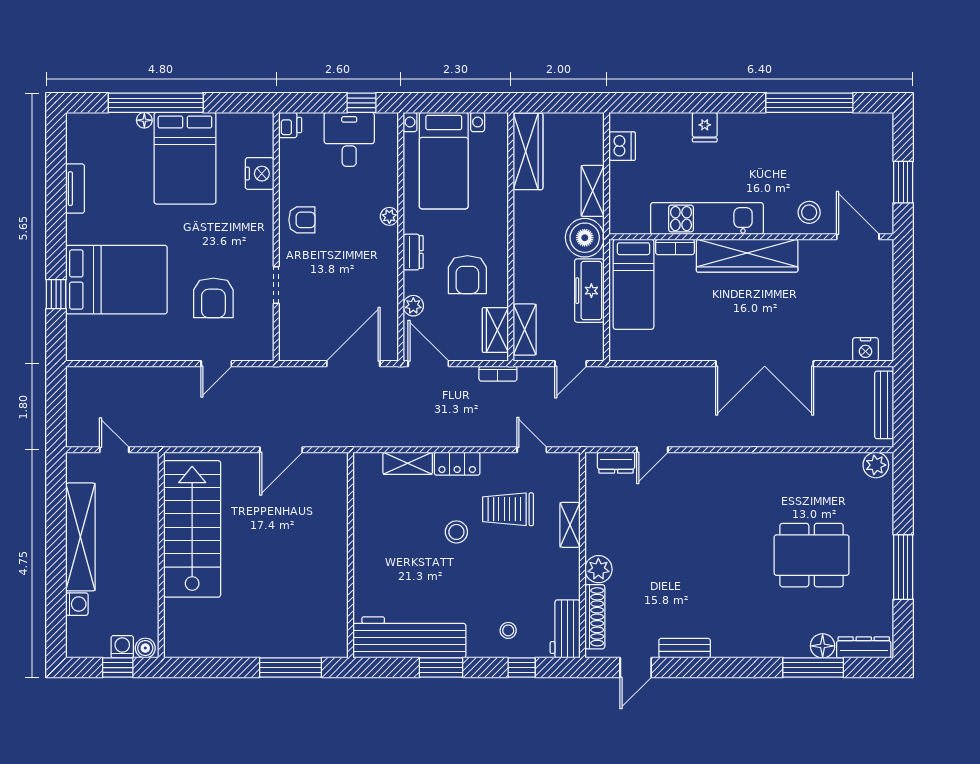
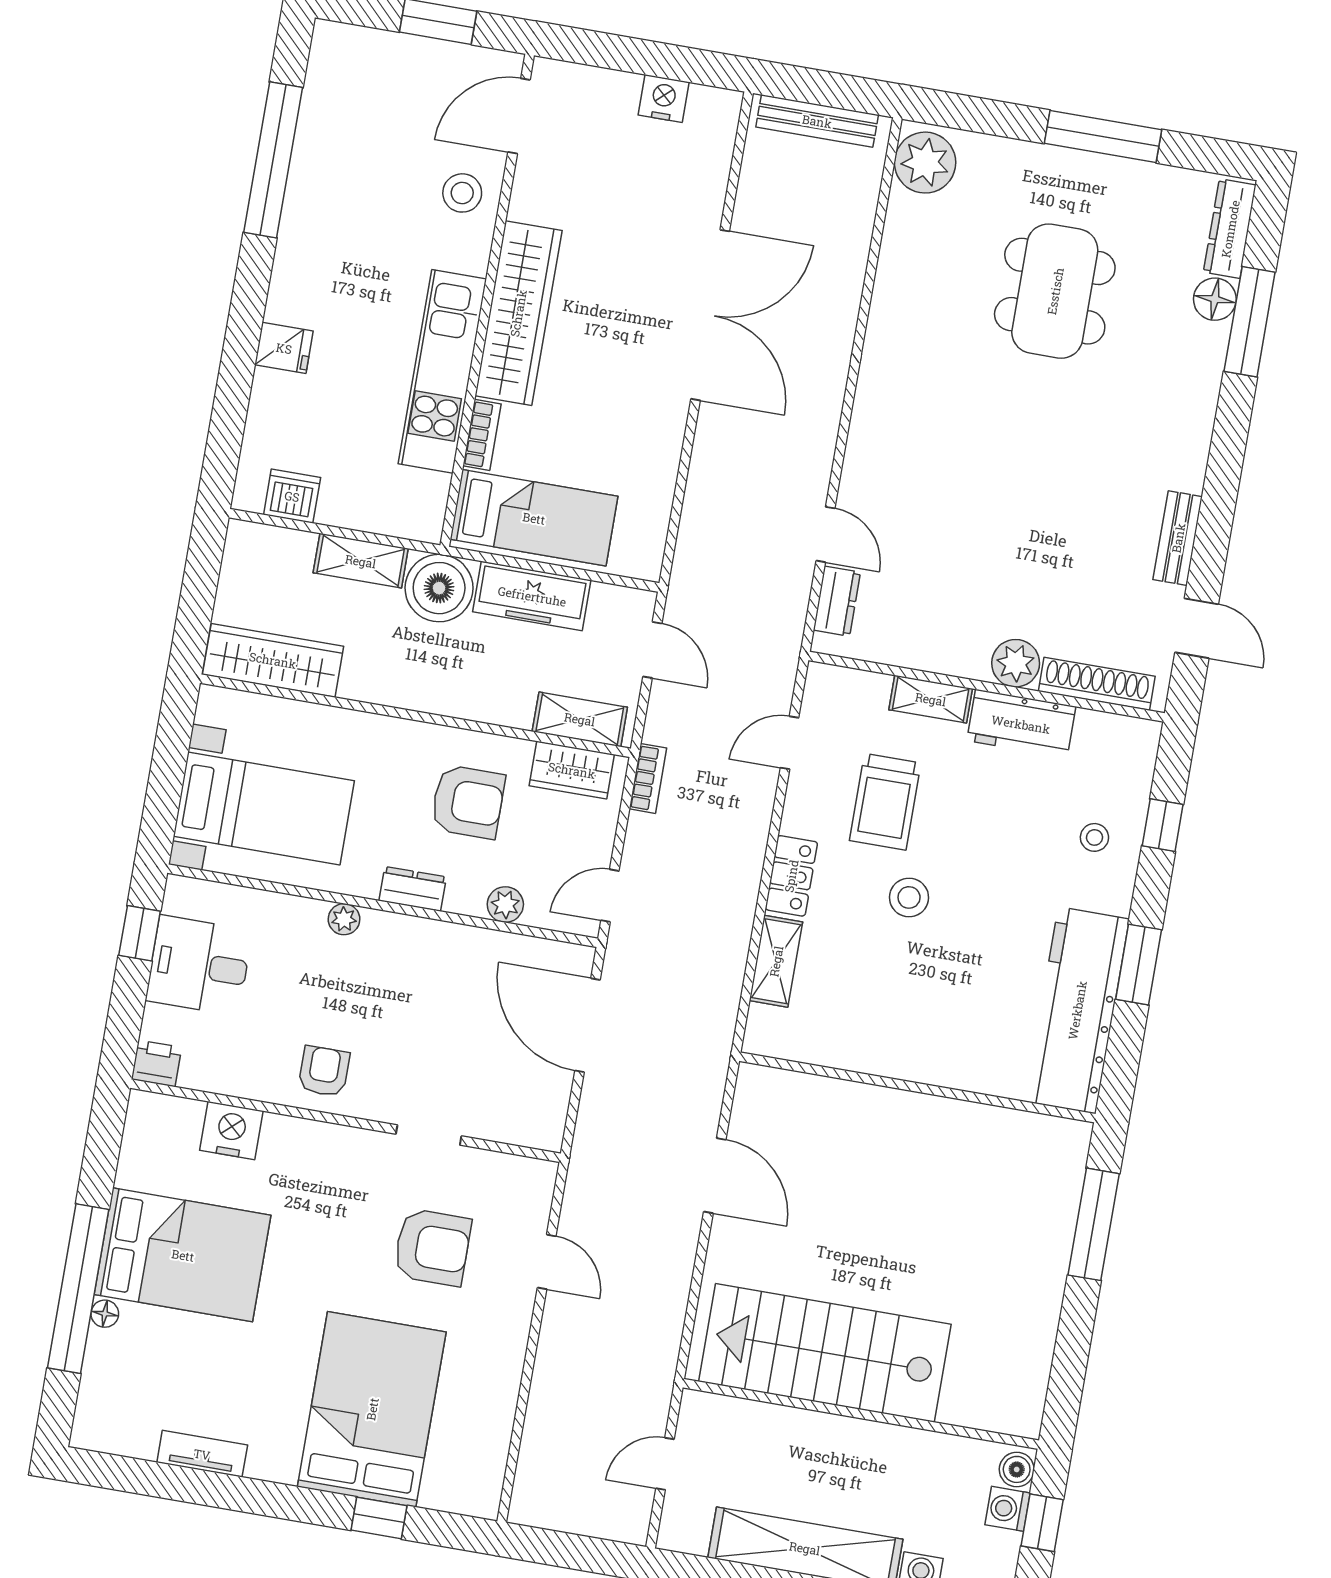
nightstand: (865, 349) -> (664, 98), moved, turned -90
door: (428, 364) -> (610, 896), width x0.73
plant: (876, 465) -> (925, 163), width x1.36, depth x1.36
workbench: (565, 629) -> (1021, 724), moved

